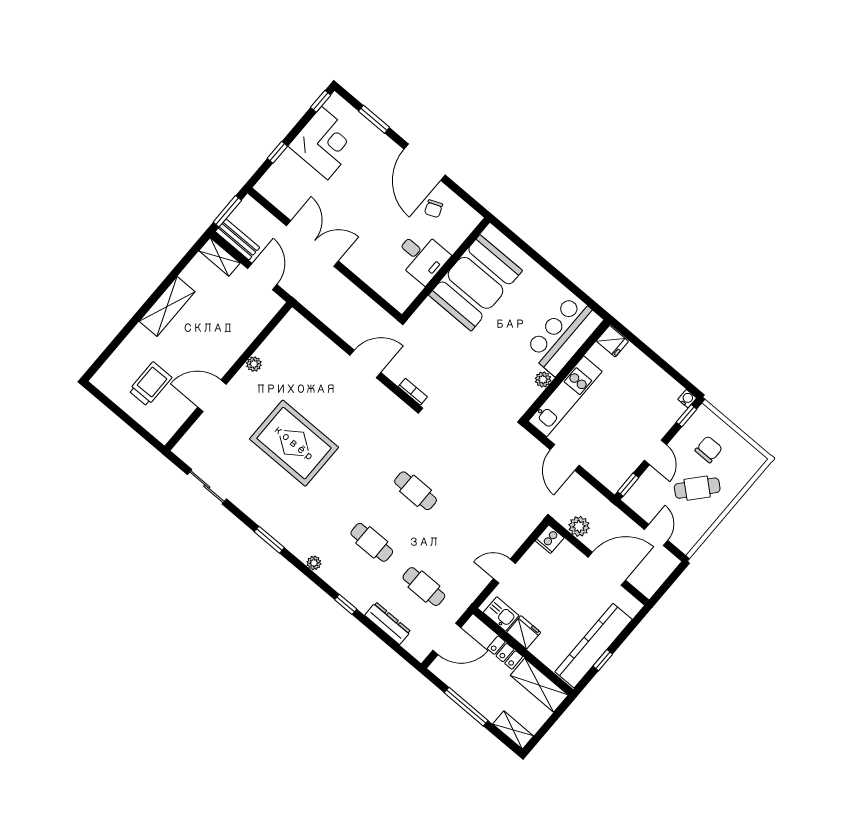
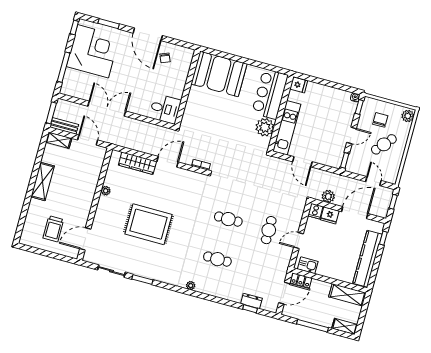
corner desk: (325, 143) -> (93, 51), width x1.36, depth x1.36
window: (277, 152) -> (64, 67), width x2.17
desk: (422, 257) -> (165, 109), moved
booth: (475, 283) -> (219, 74), moved, turned 90
wardrobe: (320, 345) -> (137, 163), added
plant: (543, 379) -> (265, 127), width x1.87, depth x1.87
trolley: (150, 384) -> (53, 229), turned 180
door: (212, 396) -> (85, 239), moved
door: (655, 452) -> (351, 135), hinge flipped
plant: (752, 463) -> (408, 116), added
window: (269, 540) -> (142, 279), moved
window: (671, 579) -> (393, 202), added
cafe table: (424, 587) -> (269, 230), moved, turned 90
window: (346, 604) -> (250, 309), moved
dresser: (388, 623) -> (251, 301), width x0.70
fridge: (524, 632) -> (330, 215), moved, turned 180
locker: (505, 653) -> (301, 280), moved
window: (603, 660) -> (383, 238), moved

